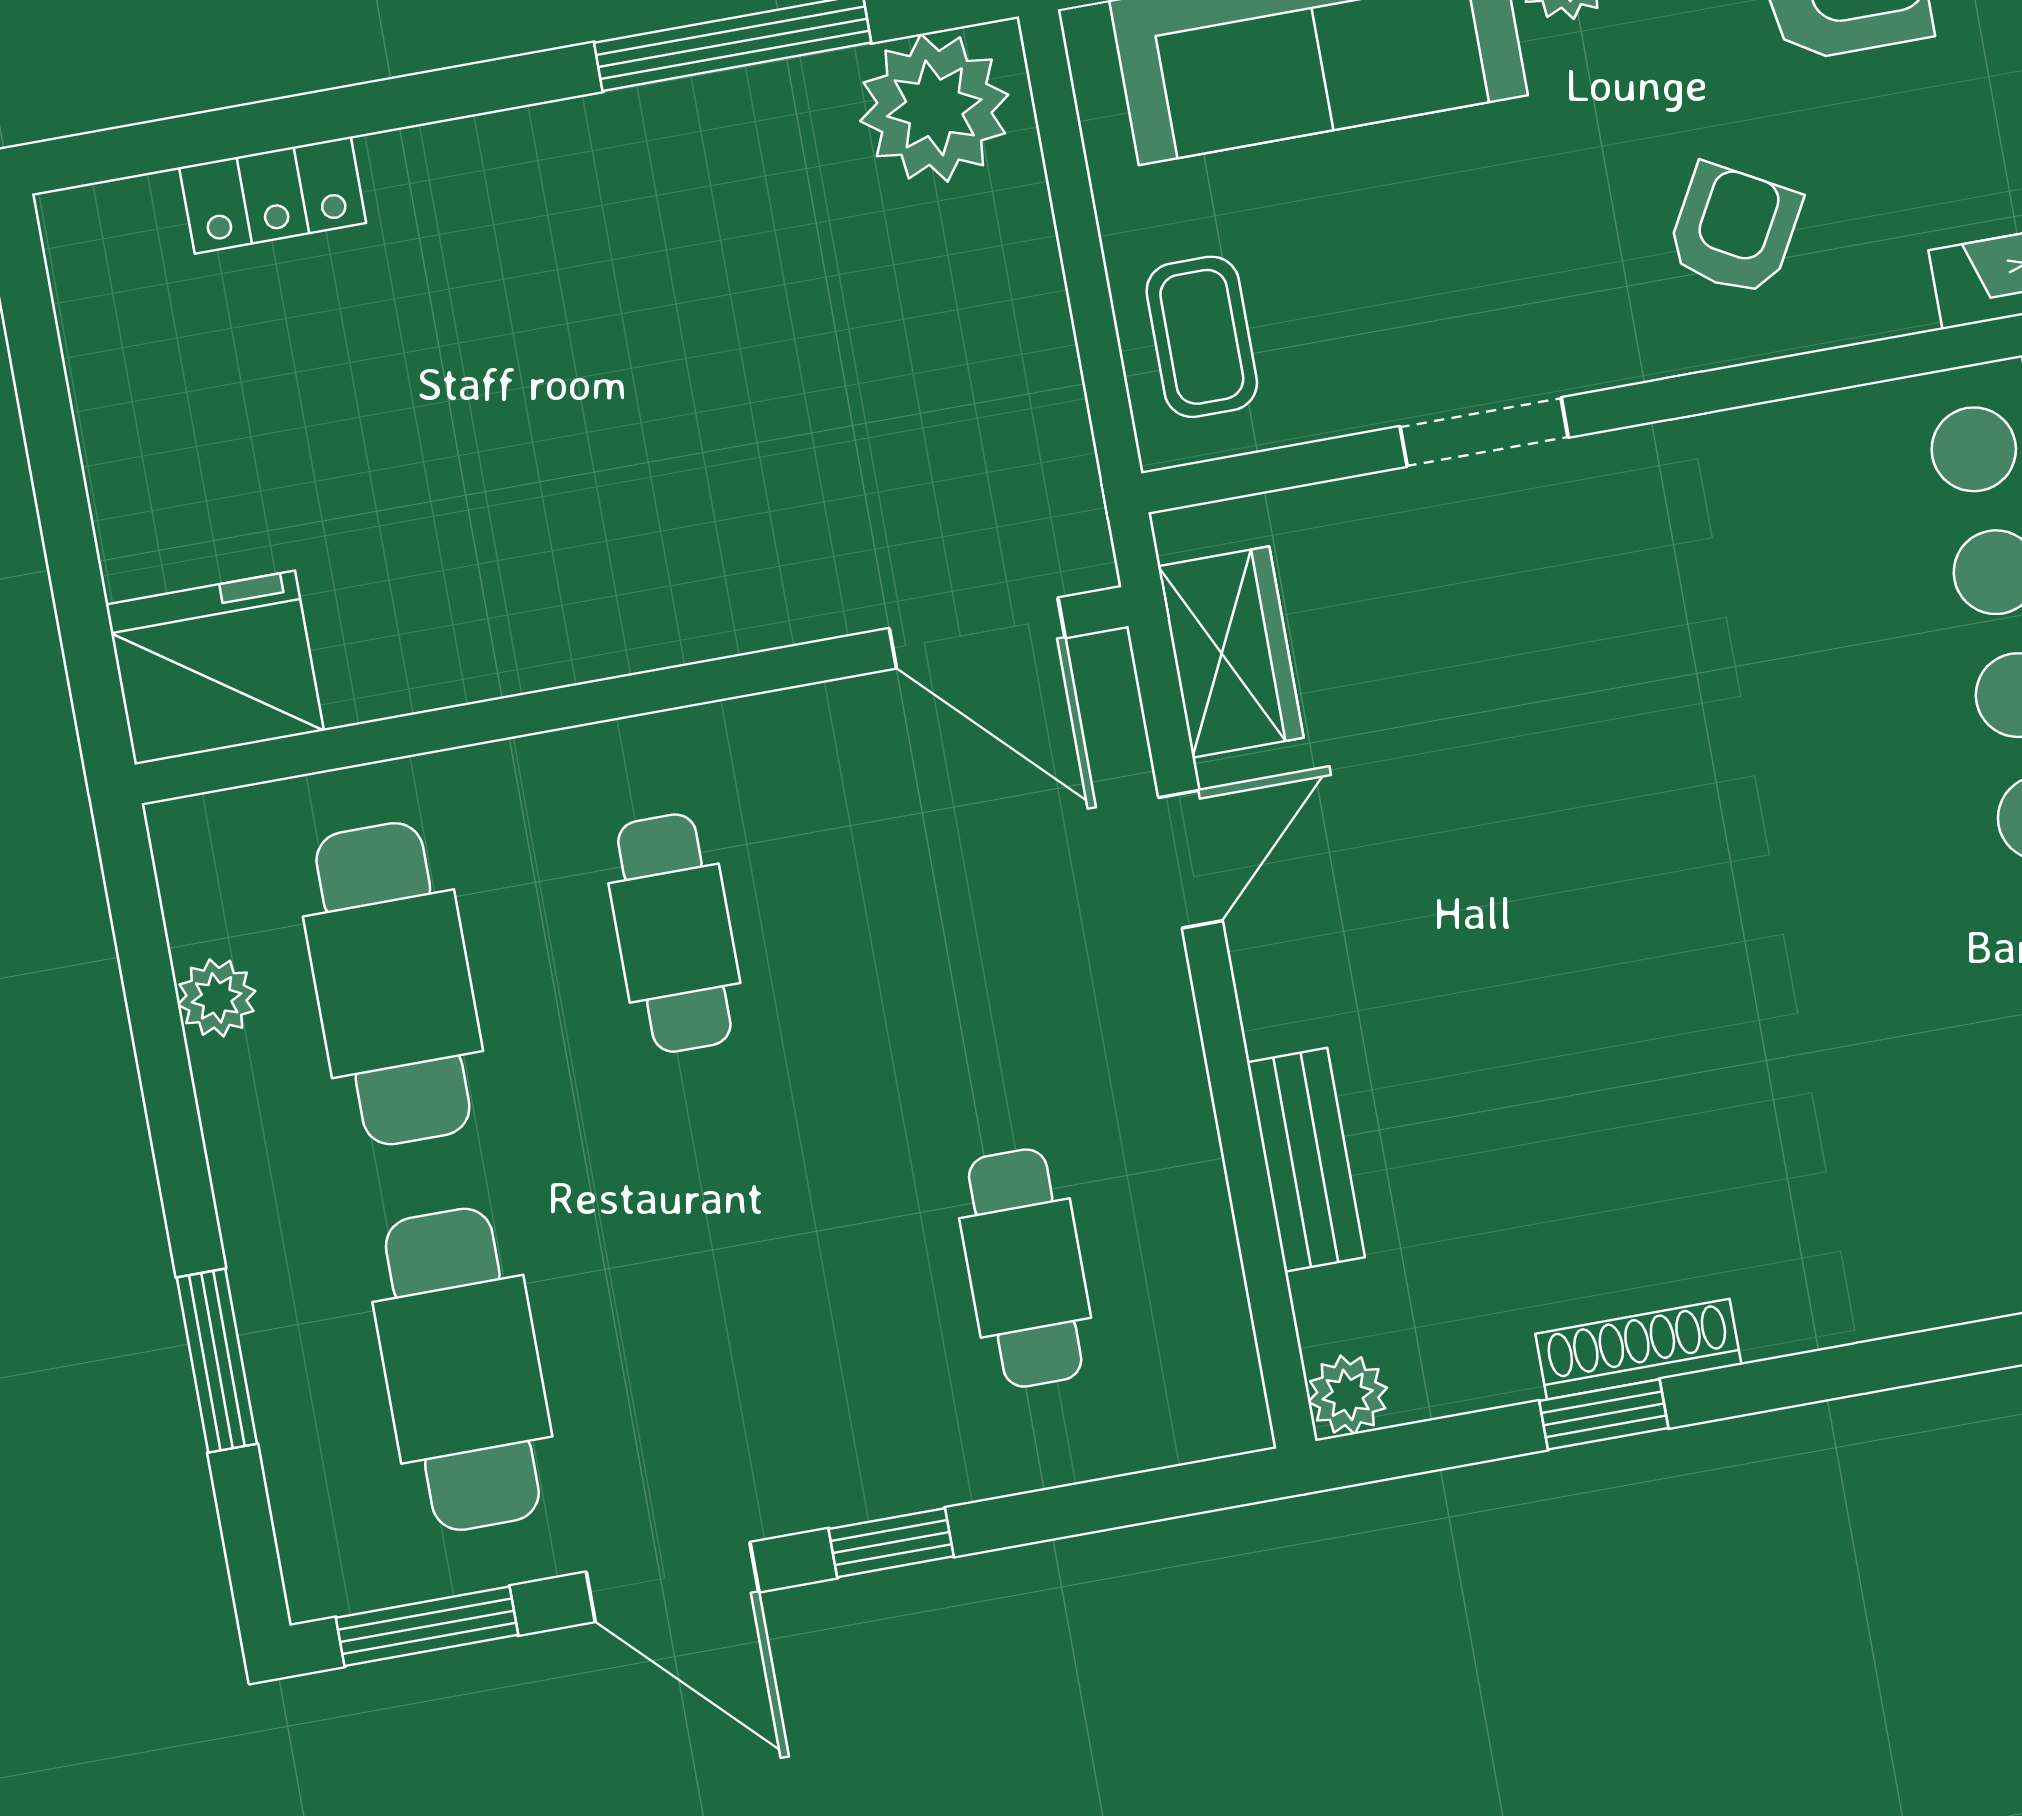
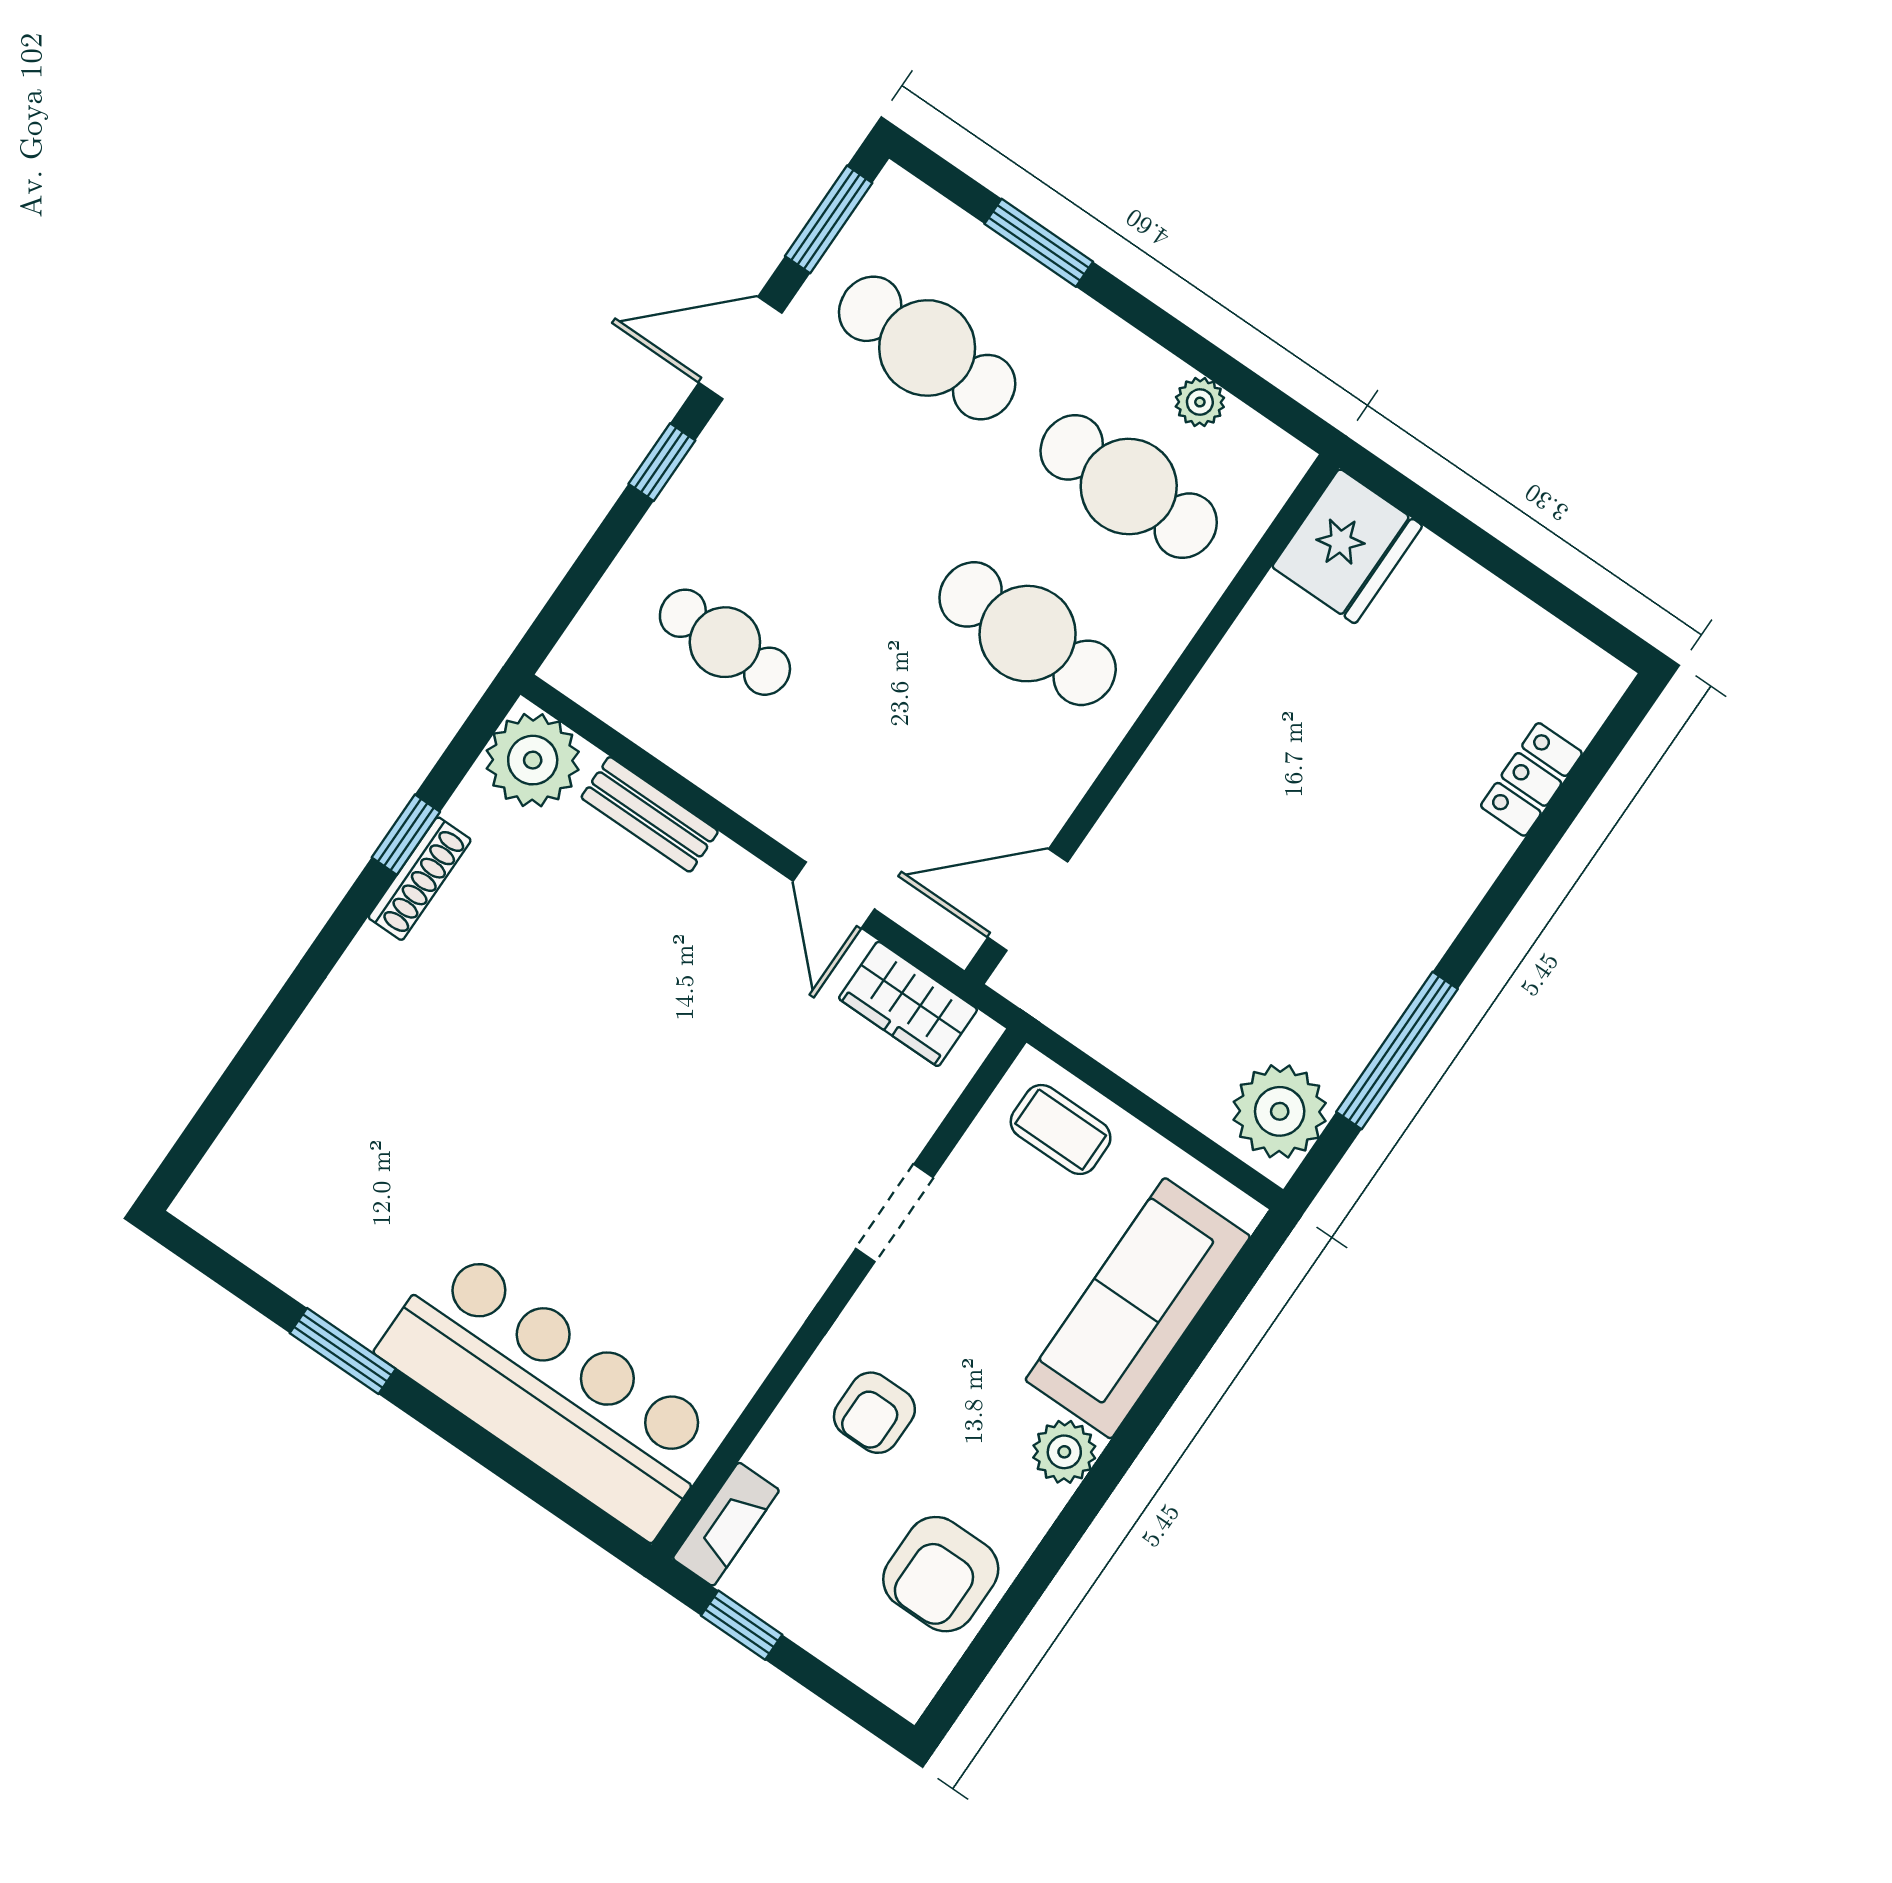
armchair: (1734, 230) -> (874, 1413), turned 61
cafe table: (674, 933) -> (1028, 634), width x1.37, depth x1.35
plant: (1348, 1395) -> (533, 760), width x1.88, depth x1.88

